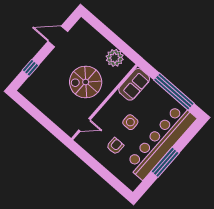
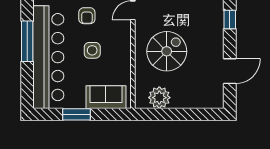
sofa: (134, 84) -> (106, 97), moved, turned 90
window: (174, 92) -> (77, 114), width x0.47

